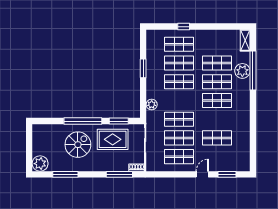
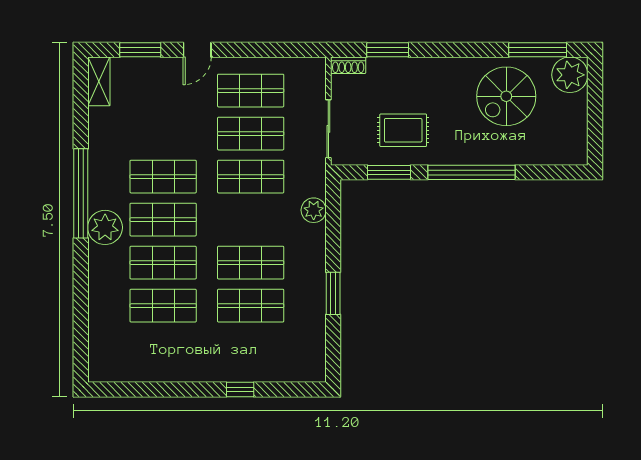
shelving: (245, 40) -> (99, 81), moved
shop shelf: (179, 44) -> (251, 349), removed
plant: (242, 71) -> (105, 227), moved
window: (253, 71) -> (81, 193), moved
shop shelf: (217, 138) -> (163, 177), moved
rug: (113, 139) -> (403, 130), width x0.73, depth x0.70
spiral stairs: (78, 145) -> (506, 96), moved
window: (65, 174) -> (538, 50), moved
window: (119, 174) -> (388, 50), width x0.69

